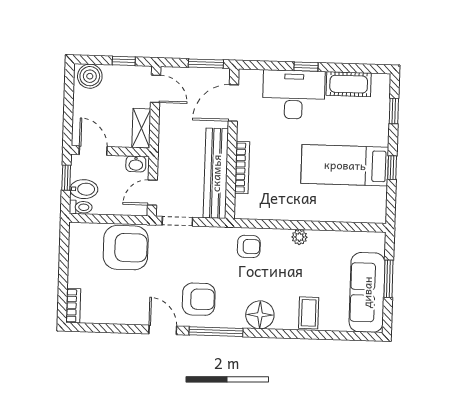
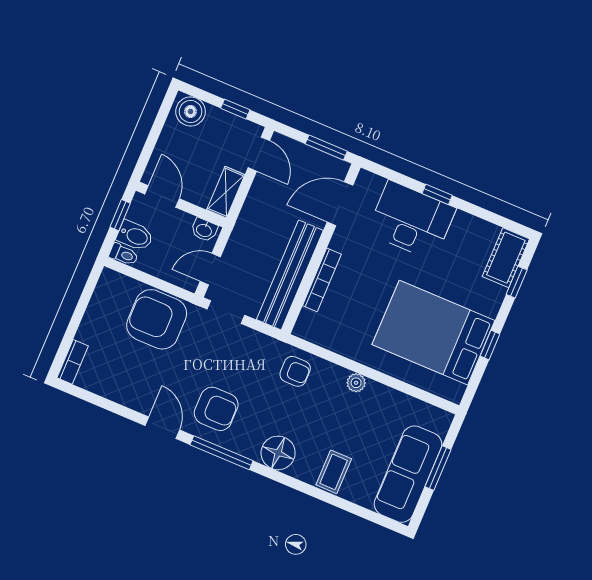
cot: (349, 84) -> (506, 258), moved, turned 90
bed: (345, 165) -> (433, 333), width x1.50
armchair: (126, 248) -> (157, 319), turned 180

